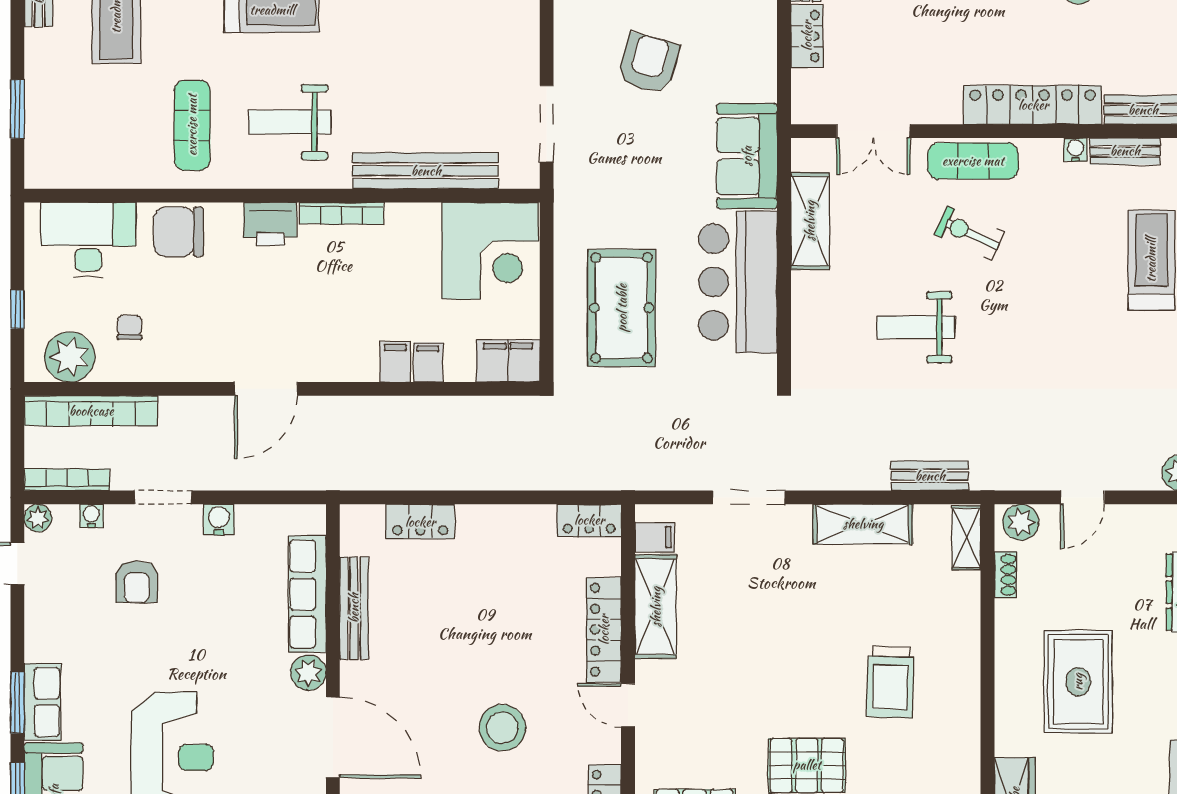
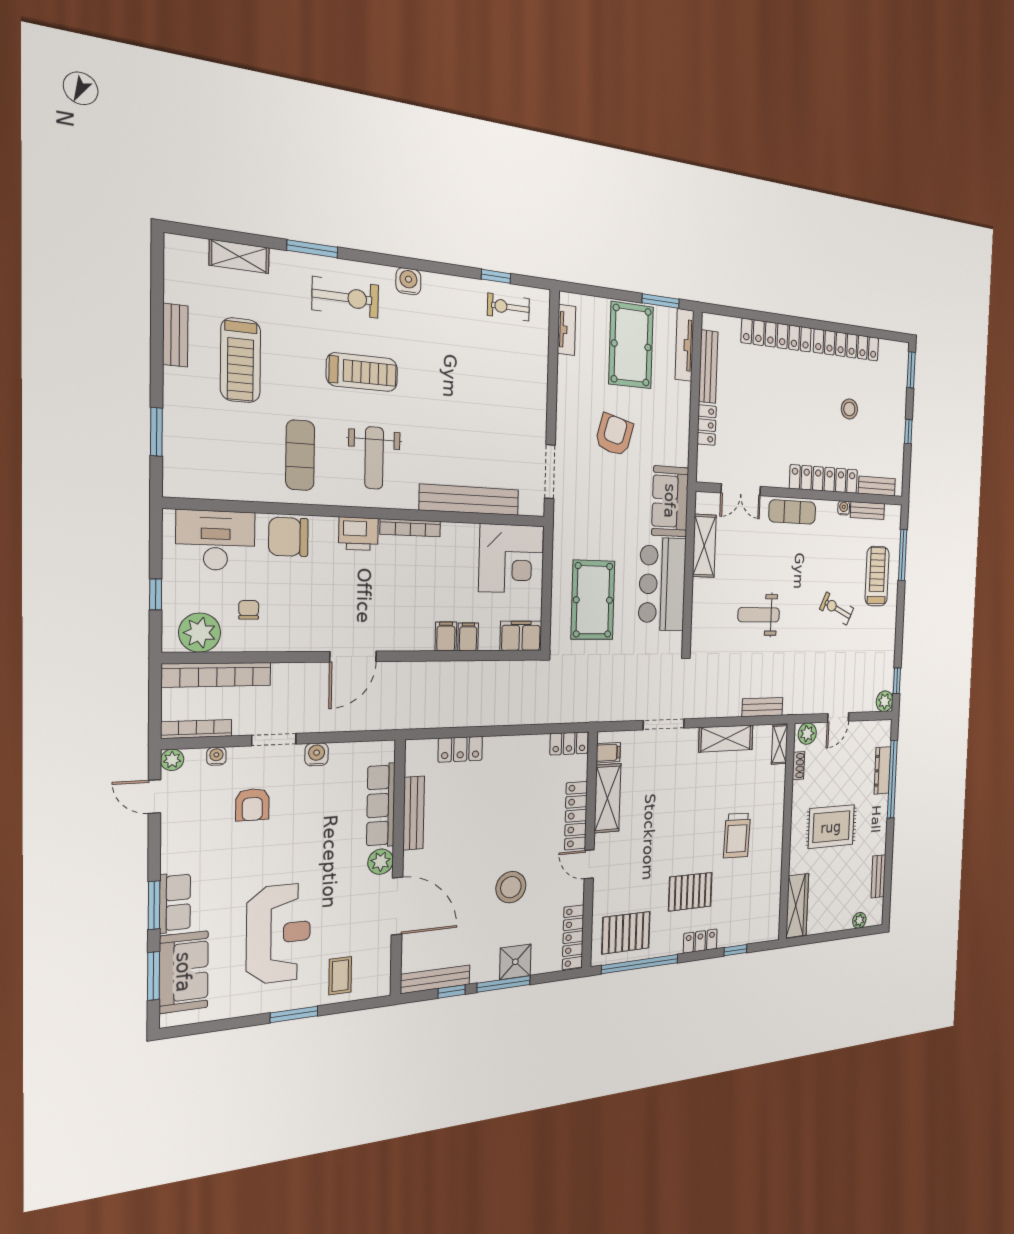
weight bench: (290, 122) -> (374, 458), turned -90
exercise bike: (969, 233) -> (837, 609), moved
rug: (1078, 682) -> (831, 827), turned 90

